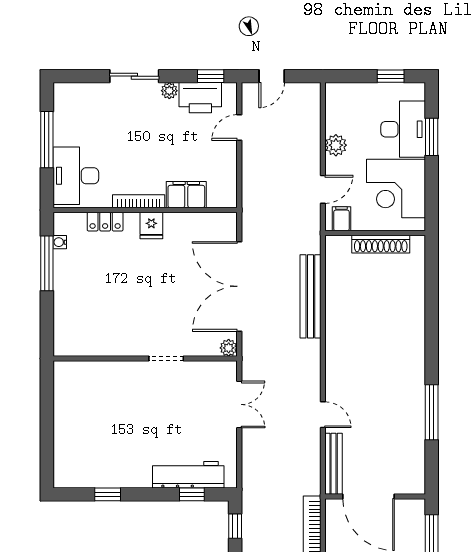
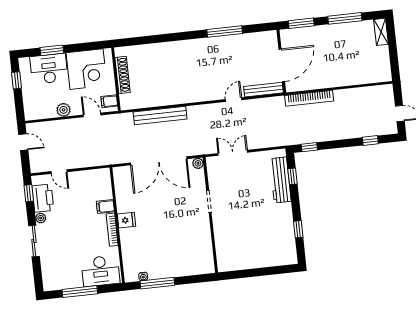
door: (272, 76) -> (23, 142), moved
filing cabinet: (186, 195) -> (105, 207), width x0.50
locker: (105, 222) -> (127, 249), removed

